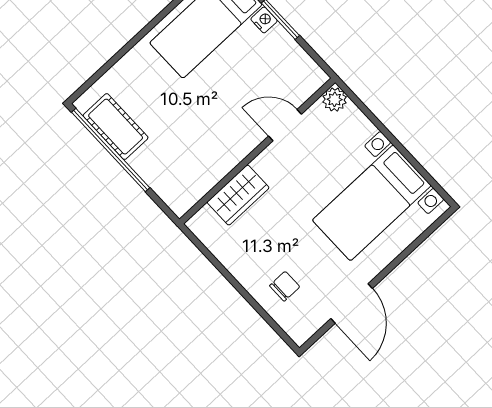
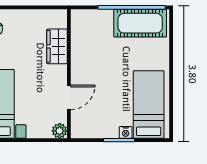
cot: (116, 127) -> (140, 23), width x1.37, depth x1.34

